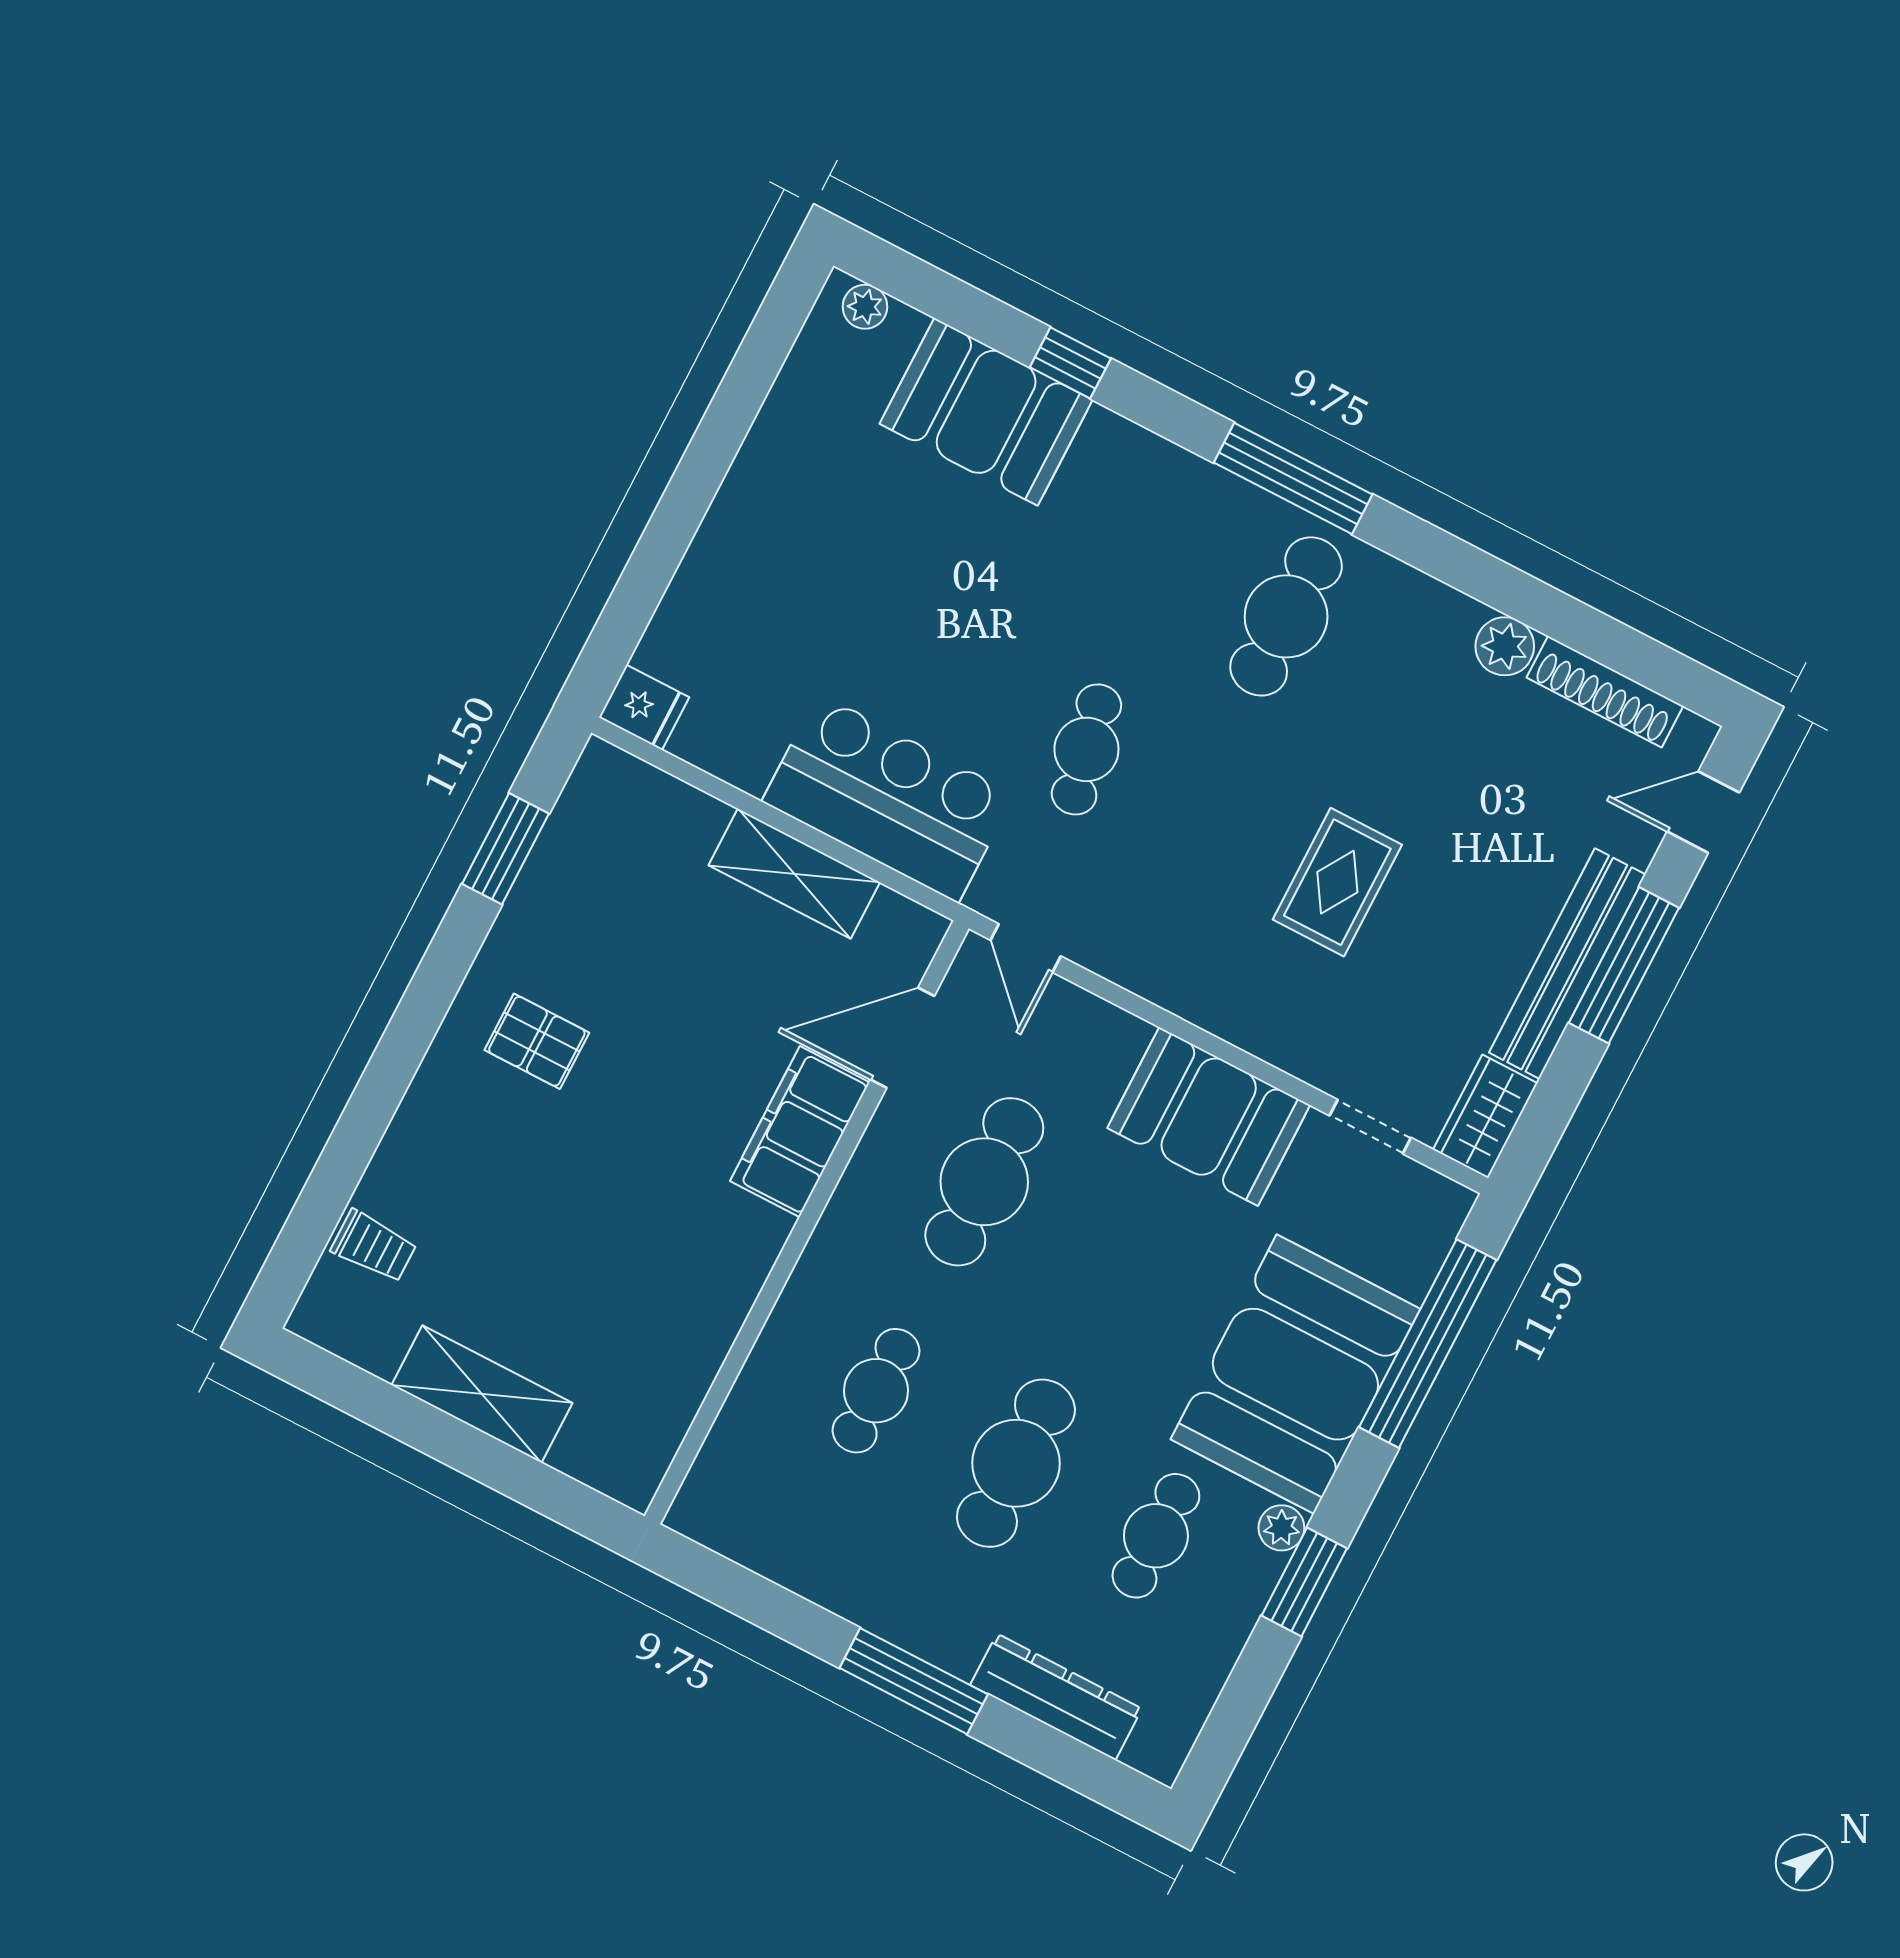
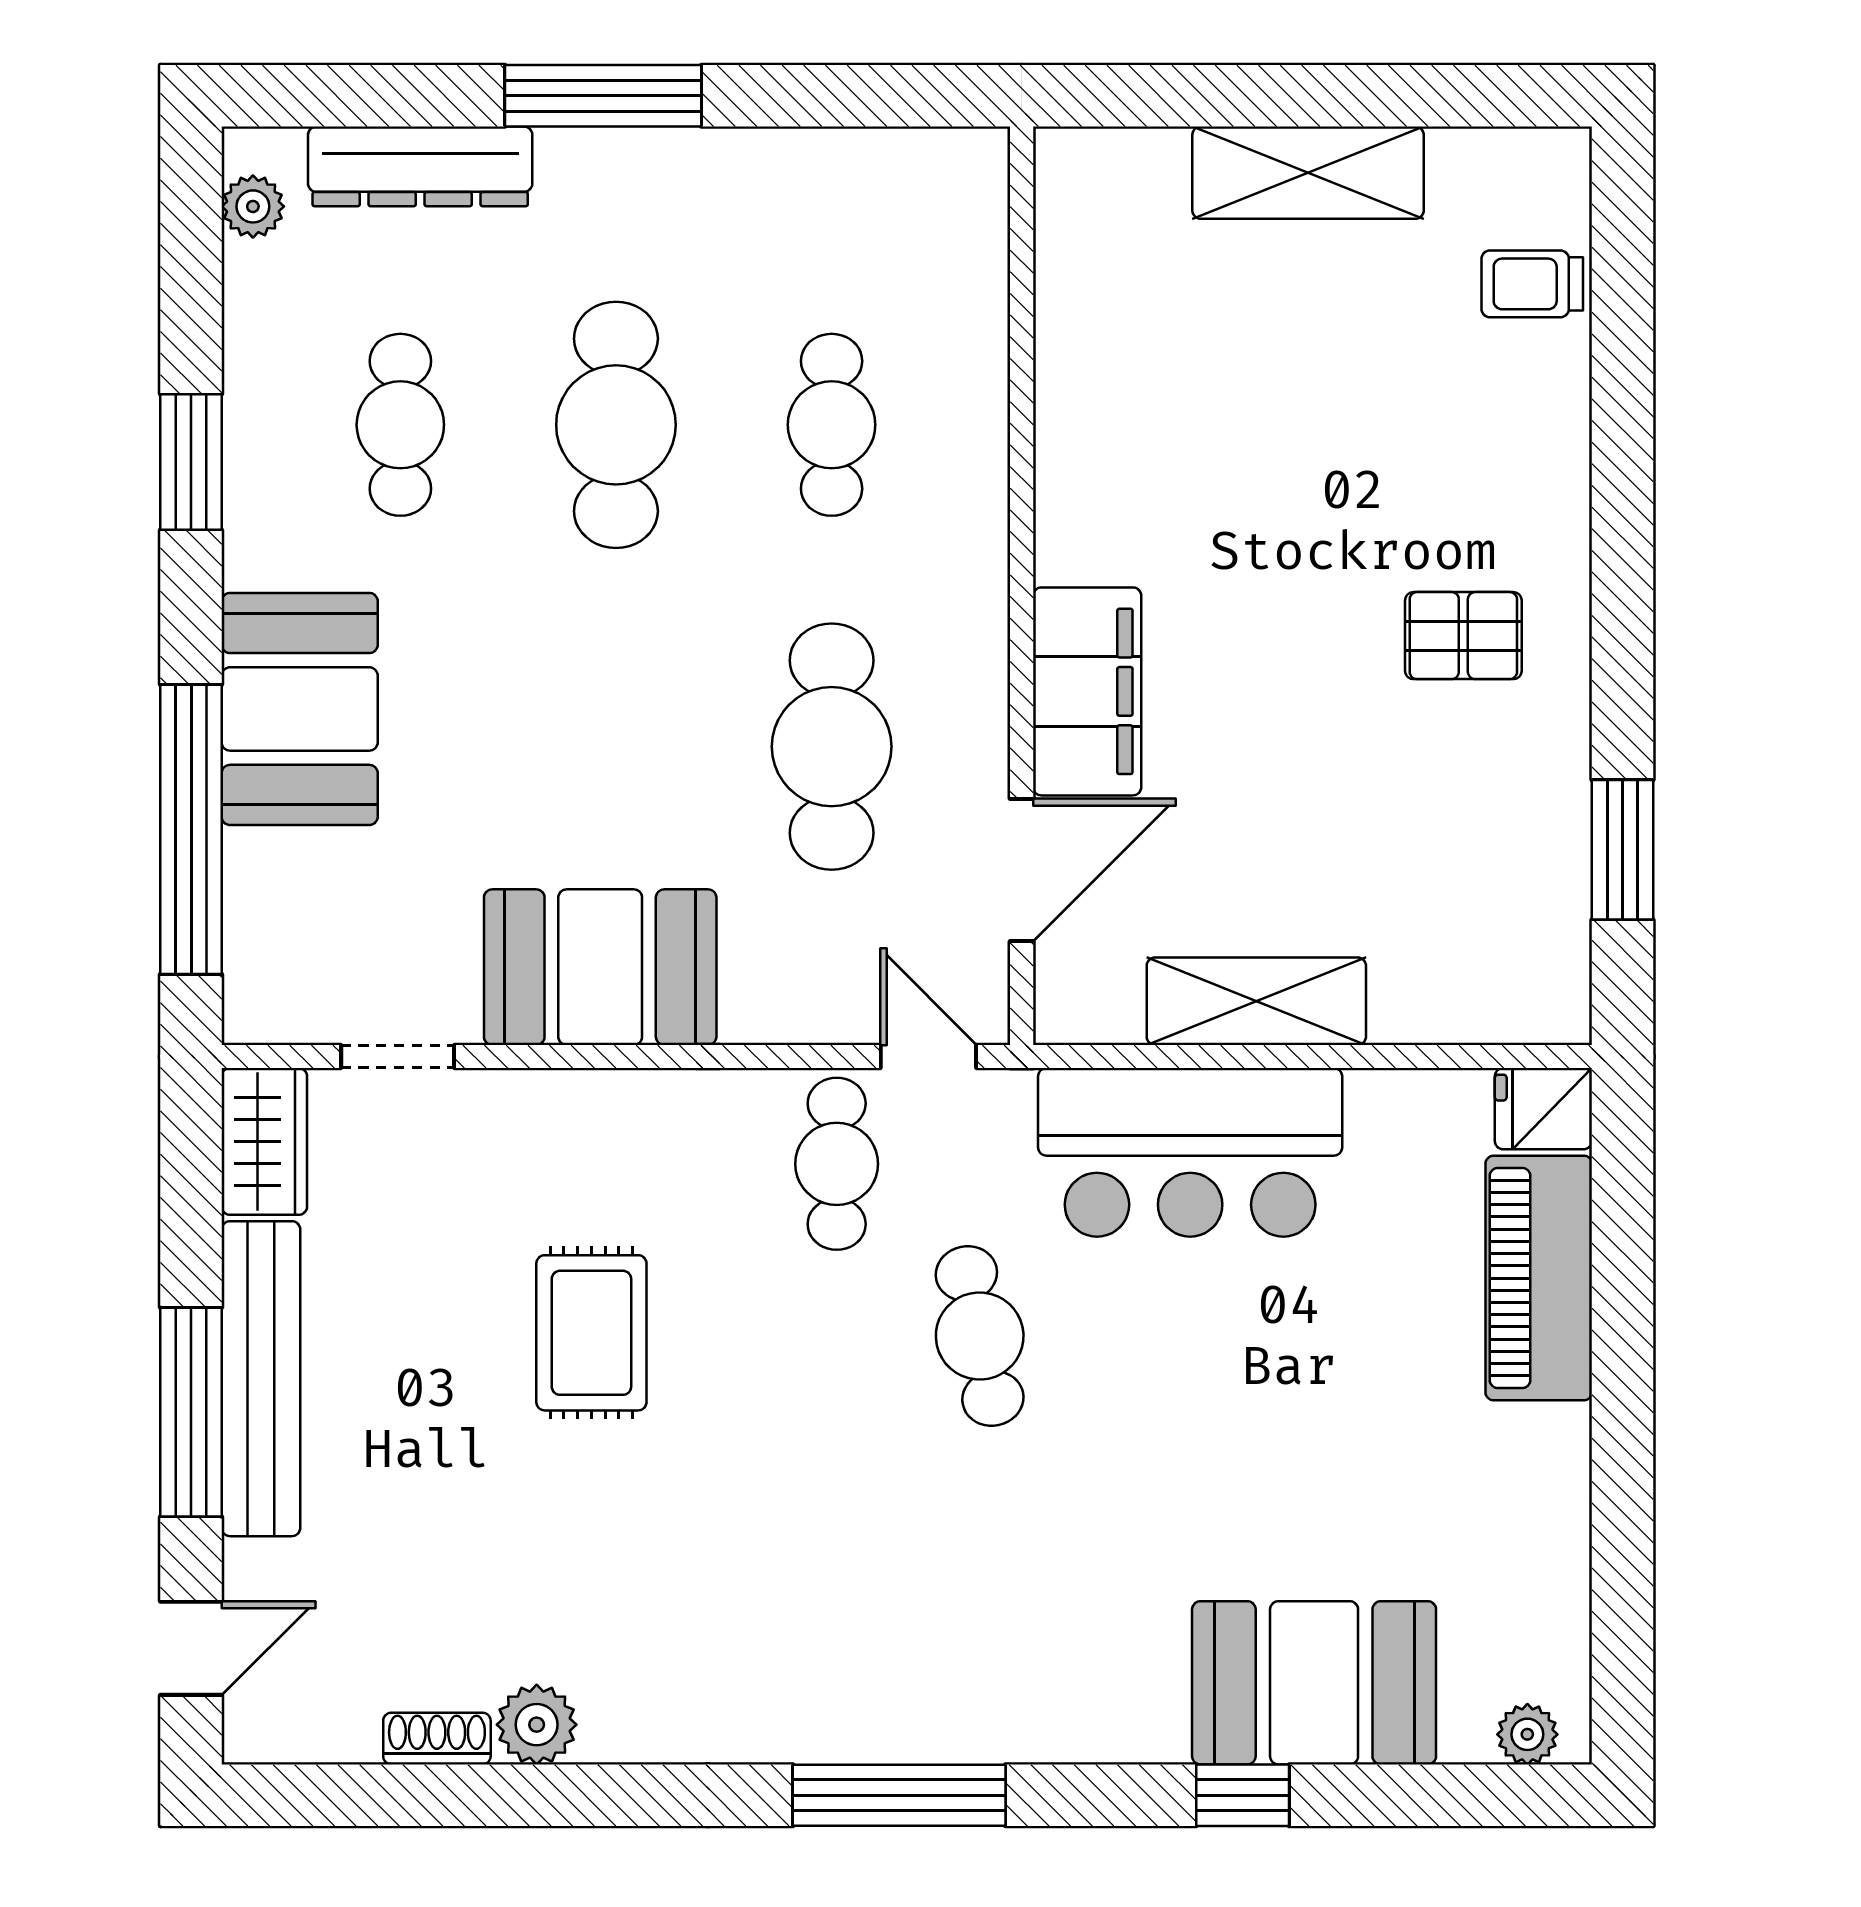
piano: (704, 599) -> (1539, 1278), added
cafe table: (1286, 616) -> (837, 1164), moved, width x0.73, depth x0.74
shoe rack: (1605, 692) -> (437, 1739), width x0.51, depth x0.81
booth: (1295, 1374) -> (300, 709), width x0.73, depth x0.70
plant: (1281, 1528) -> (253, 206), moved

